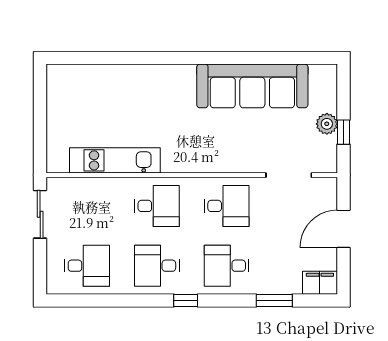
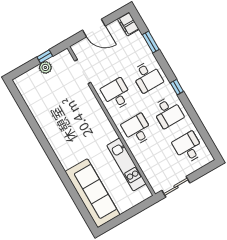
sofa: (252, 86) -> (92, 193), moved

